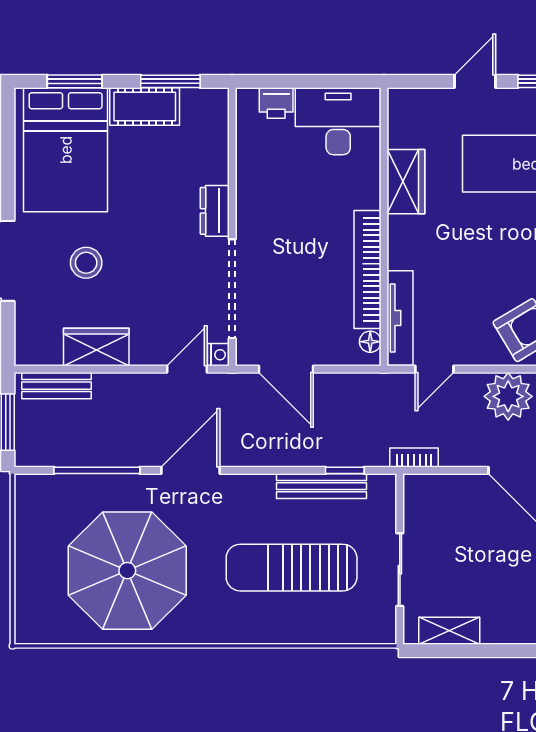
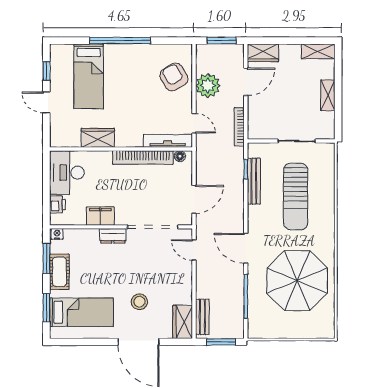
bed: (66, 150) -> (82, 312), width x0.67
filing cabinet: (253, 186) -> (100, 216), added
wardrobe: (96, 347) -> (183, 322), moved
nightstand: (218, 355) -> (57, 234), moved
bookcase: (414, 458) -> (239, 127), width x1.56
shelving: (449, 631) -> (328, 95), moved

